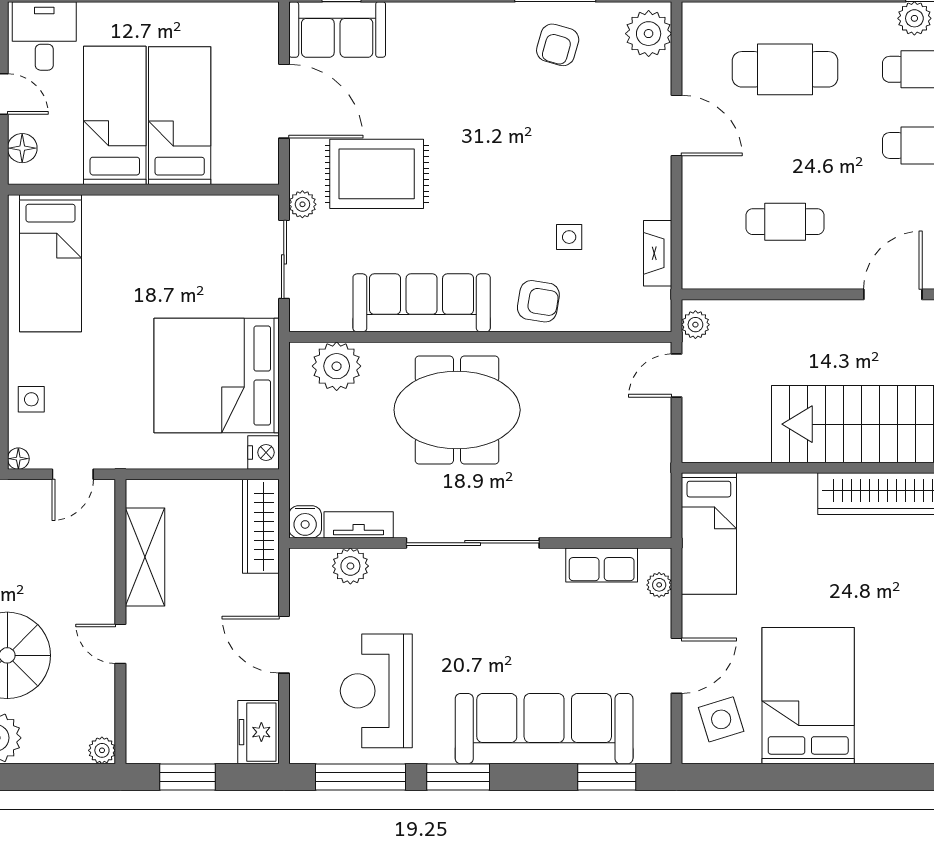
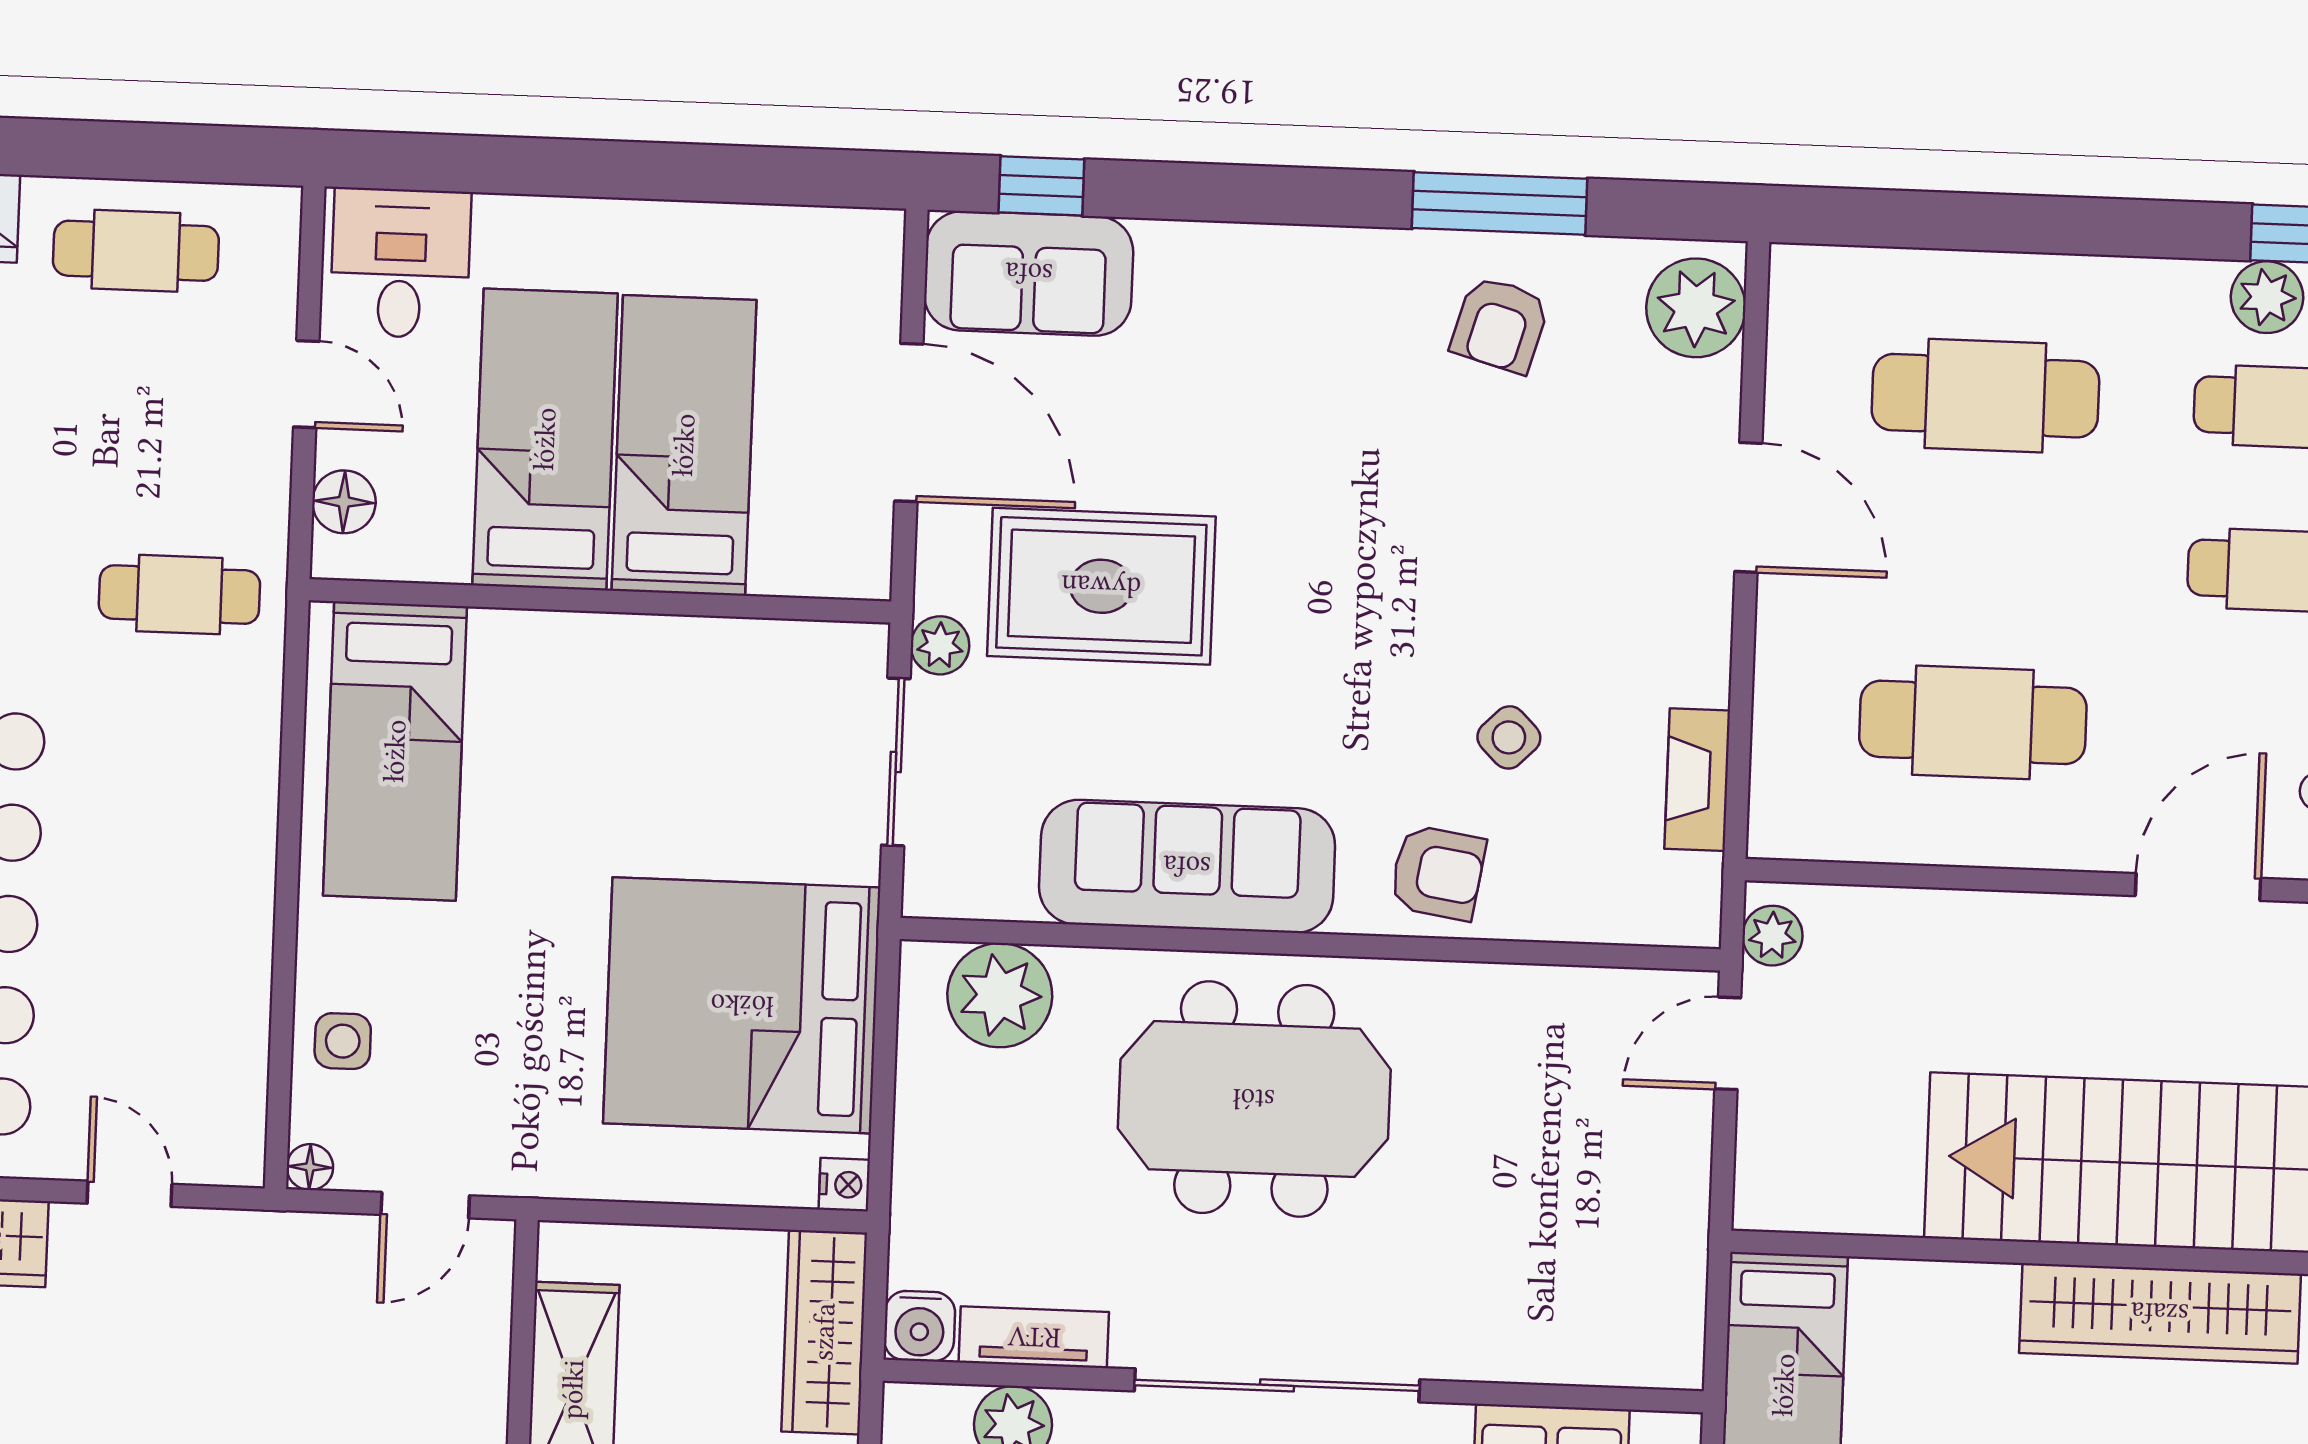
cafe table: (785, 222) -> (1973, 722), width x1.37, depth x1.35
side table: (569, 237) -> (1509, 737), turned 45
nightstand: (264, 452) -> (844, 1185), width x0.72, depth x0.74

